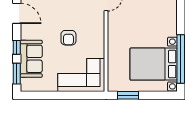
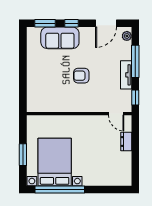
corner sofa: (81, 75) -> (43, 89), removed
window: (128, 95) -> (23, 155), moved

